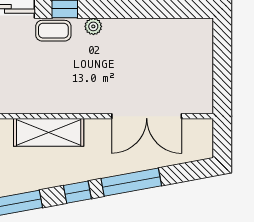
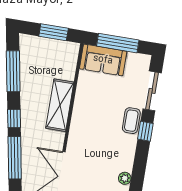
plant: (93, 26) -> (125, 178), moved

